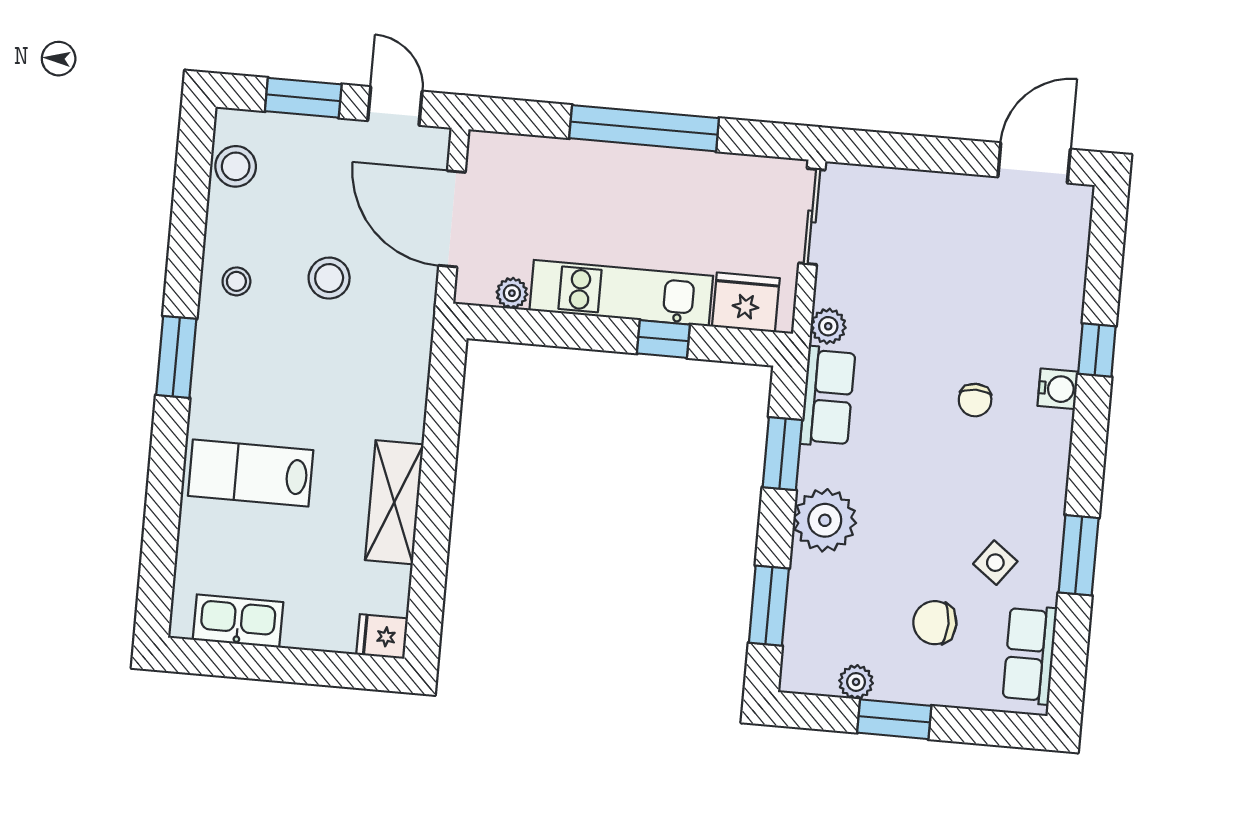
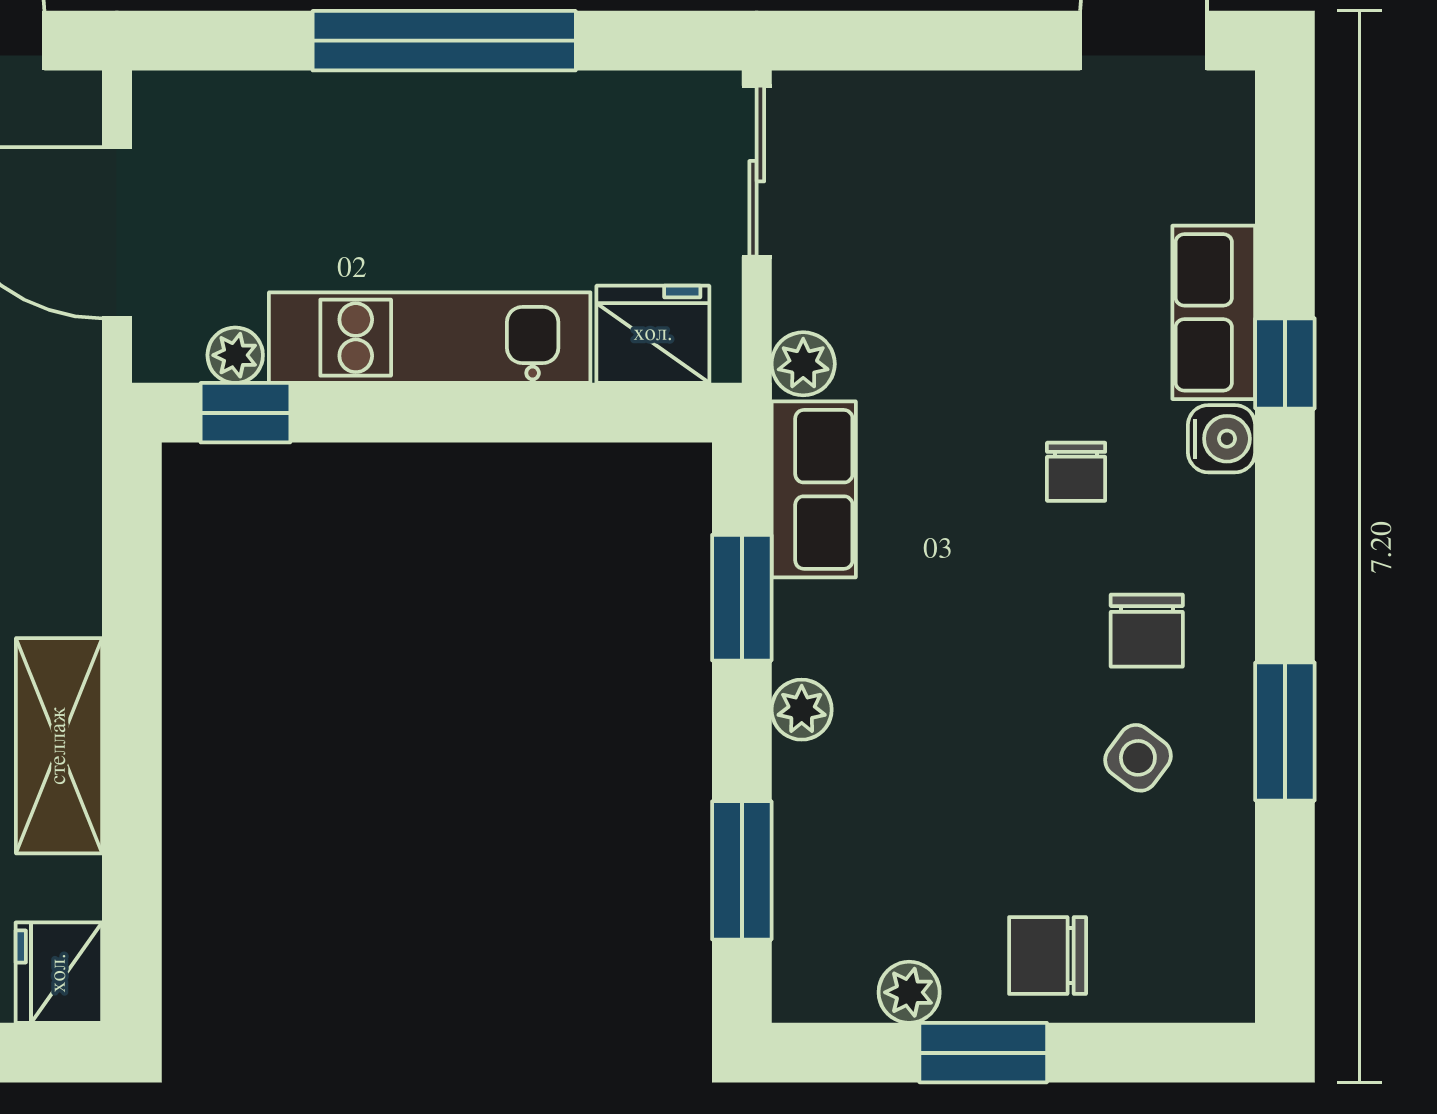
window: (663, 339) -> (245, 413), moved
chair: (1007, 492) -> (1147, 631), added
plant: (825, 520) -> (802, 710), width x0.53, depth x0.53
chair: (935, 623) -> (1048, 956), moved
fridge: (382, 636) -> (59, 973), width x1.38
row of seats: (1030, 655) -> (1214, 312), moved

